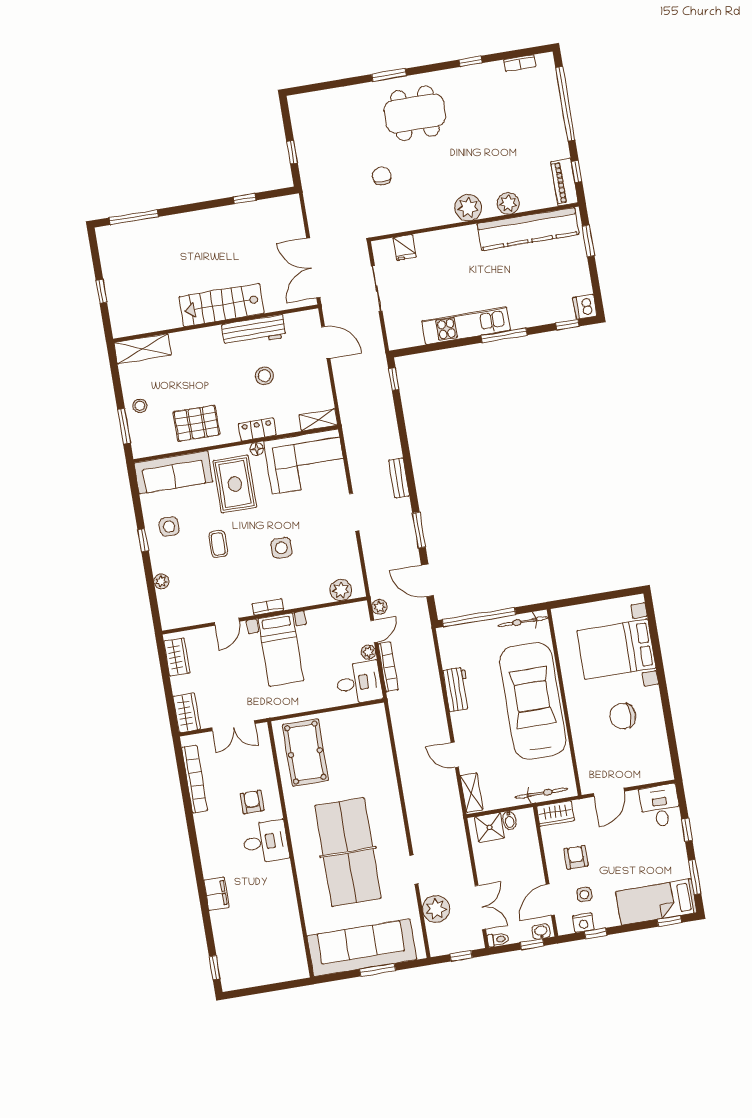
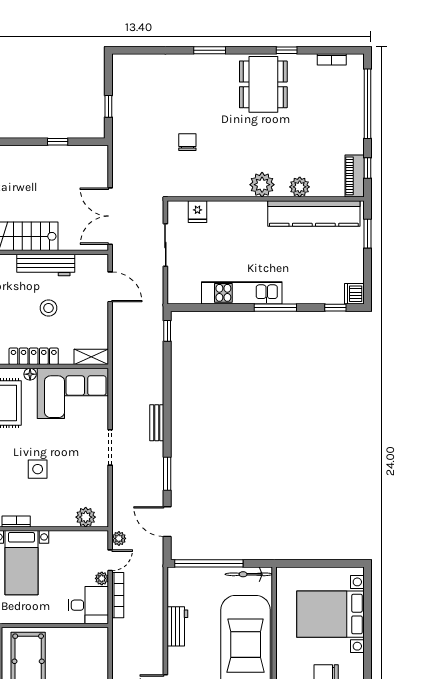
dining table: (415, 113) -> (263, 84), moved, turned 90
locker: (257, 429) -> (34, 356), width x1.53

